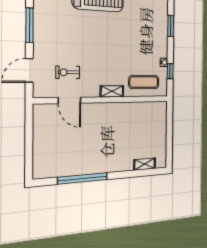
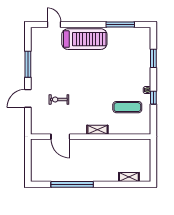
shelving: (112, 91) -> (97, 130), moved
door: (69, 100) -> (60, 137), moved
wall: (104, 100) -> (91, 137), moved

